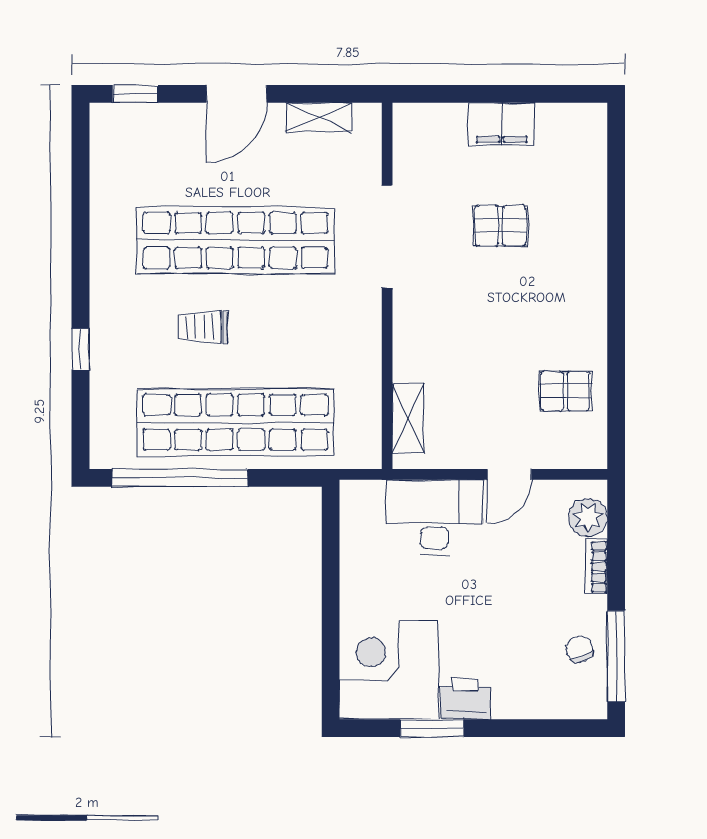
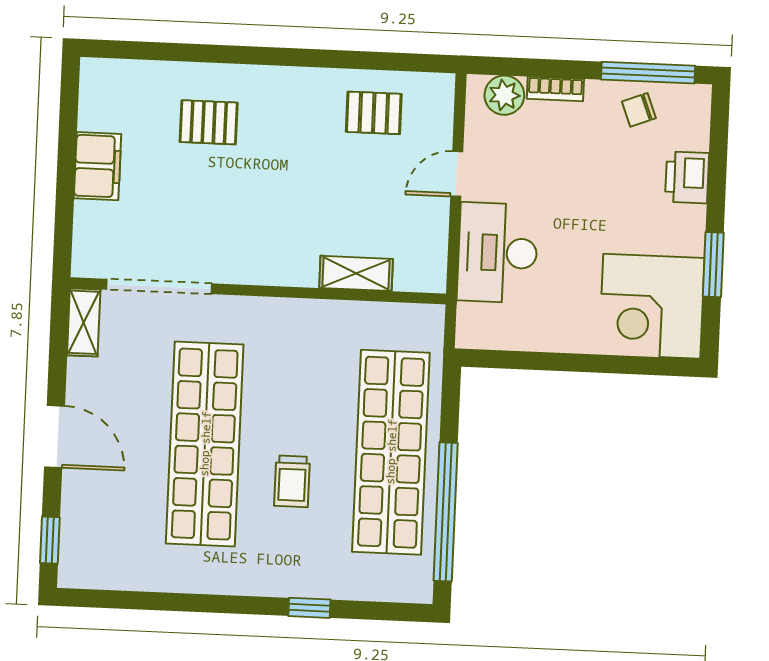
shelving: (319, 117) -> (84, 322), moved
pallet: (501, 226) -> (209, 122), moved, turned 90
doorway: (387, 237) -> (159, 287), moved
pallet: (565, 391) -> (374, 113), turned 90
shelving: (408, 418) -> (356, 273), moved
door: (509, 474) -> (457, 174), swing flipped
printer: (466, 699) -> (687, 177), moved

